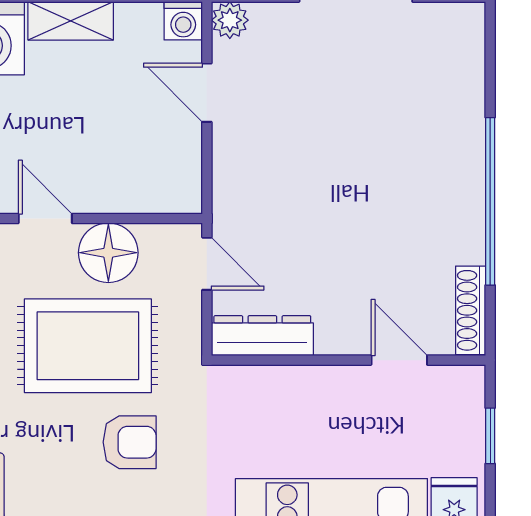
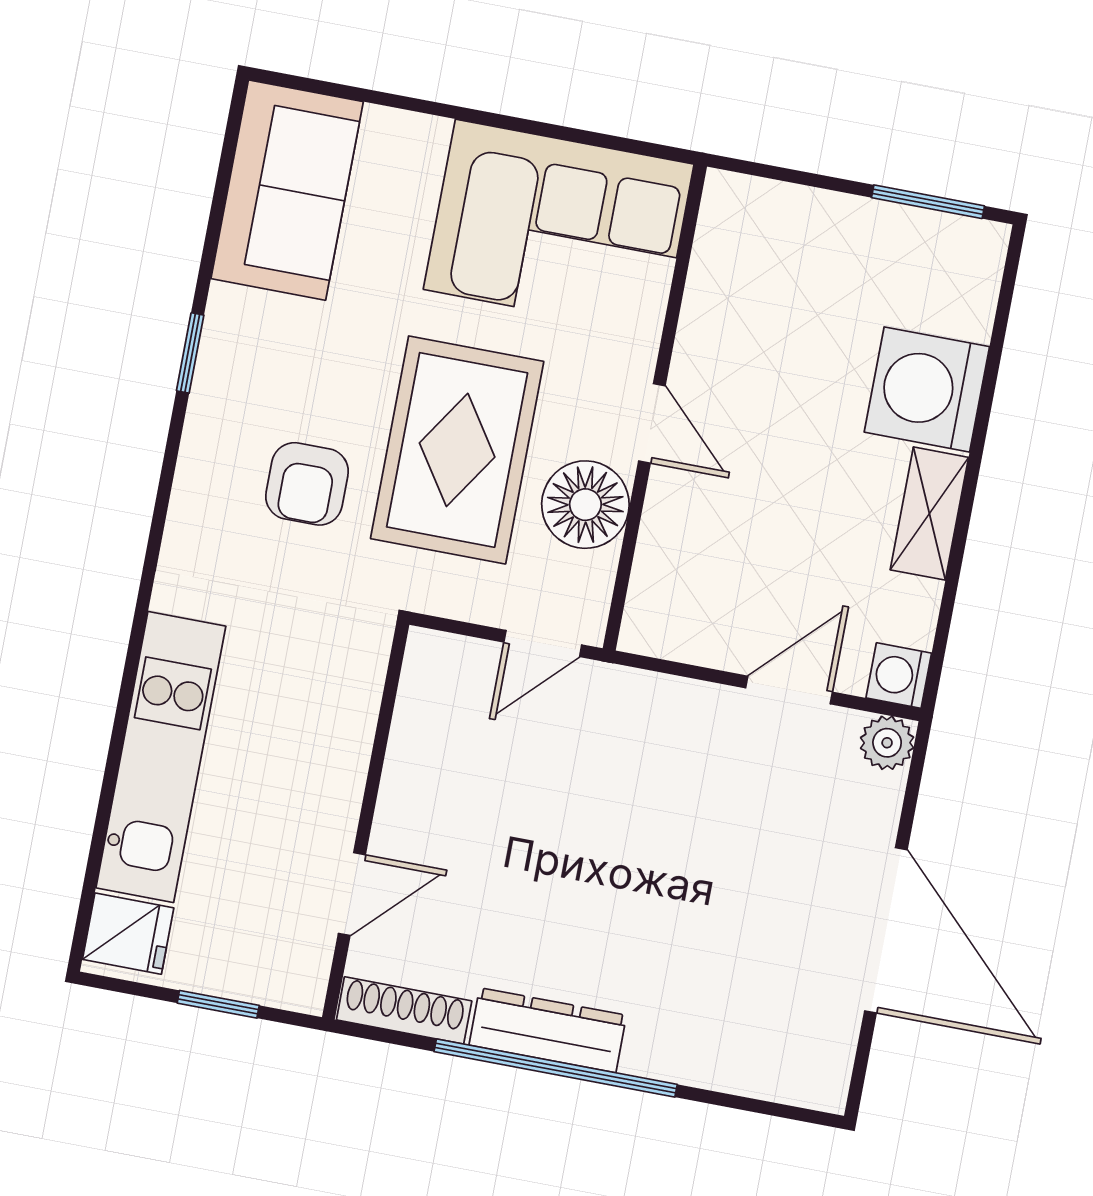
door: (45, 218) -> (652, 423), hinge flipped
dresser: (262, 336) -> (548, 1030), moved, turned -90

